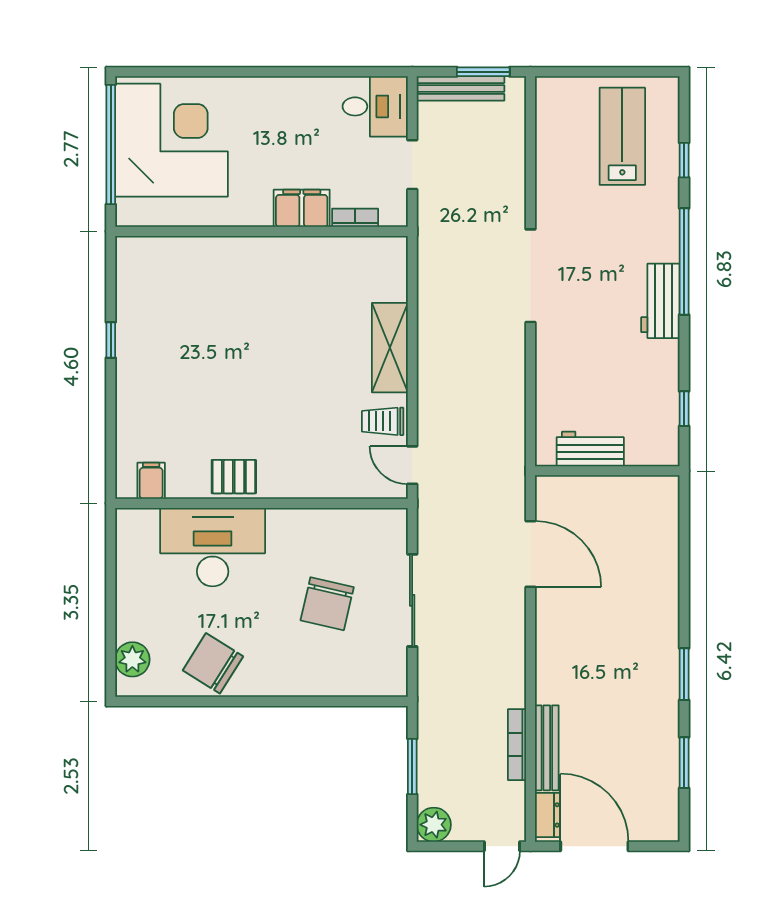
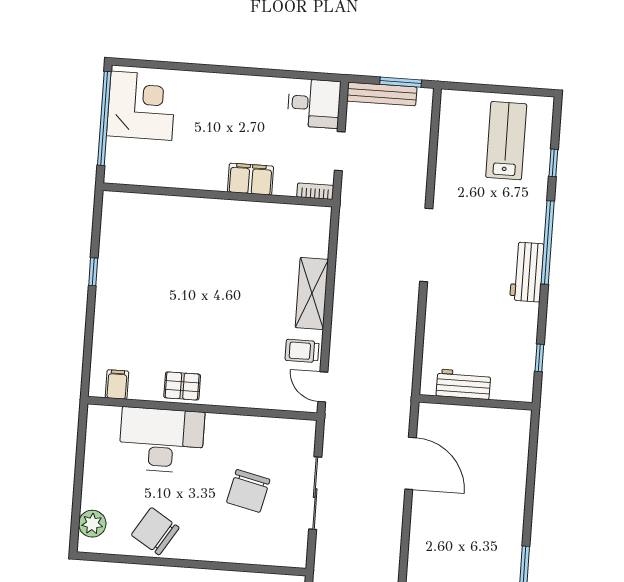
corner desk: (172, 140) -> (141, 106), width x0.74, depth x0.74
bookcase: (355, 218) -> (315, 191), moved

